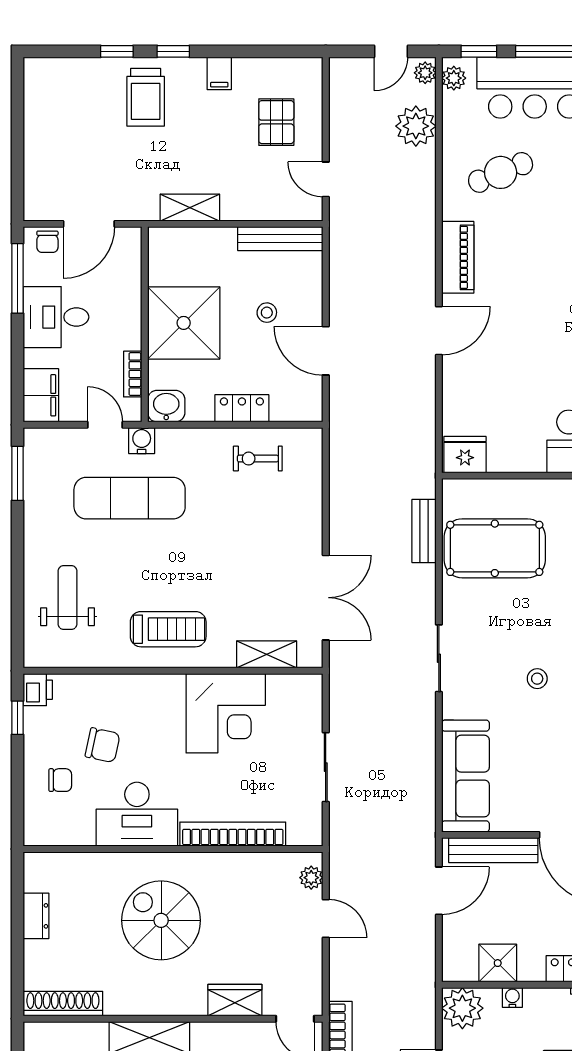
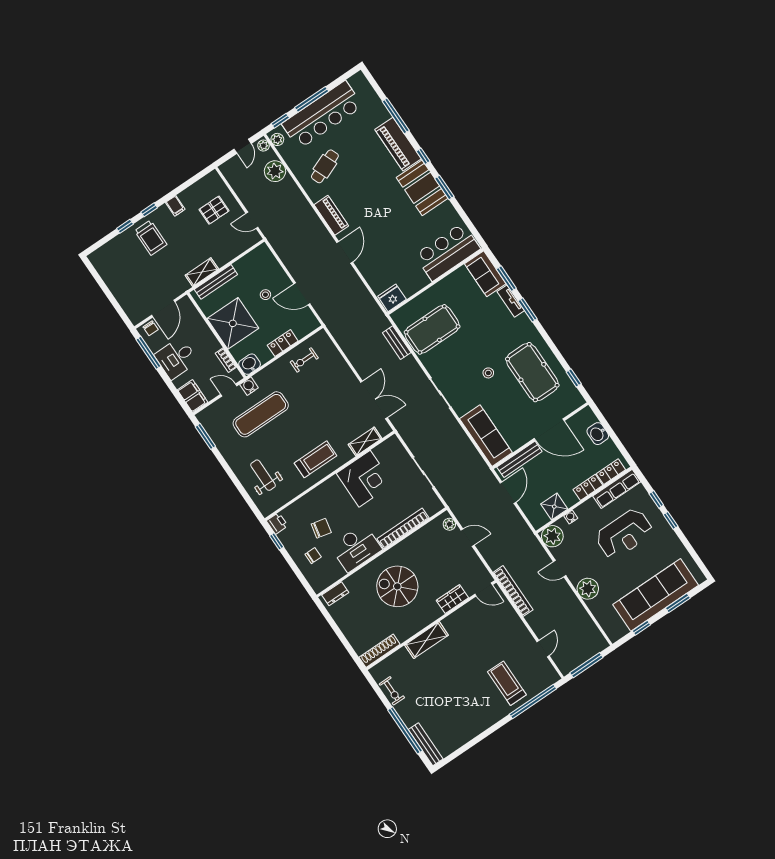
pallet: (276, 122) -> (214, 210), turned 90
bench: (280, 239) -> (216, 282), moved
dresser: (36, 916) -> (335, 594), moved, turned 90

